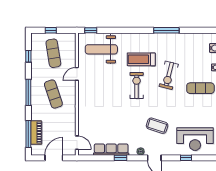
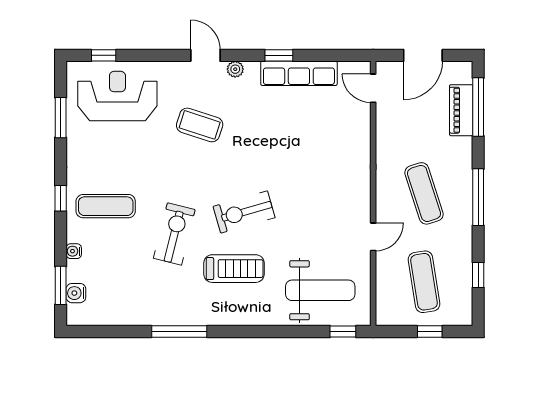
exercise bike: (137, 85) -> (244, 212), turned 74
window: (186, 158) -> (104, 55), moved

